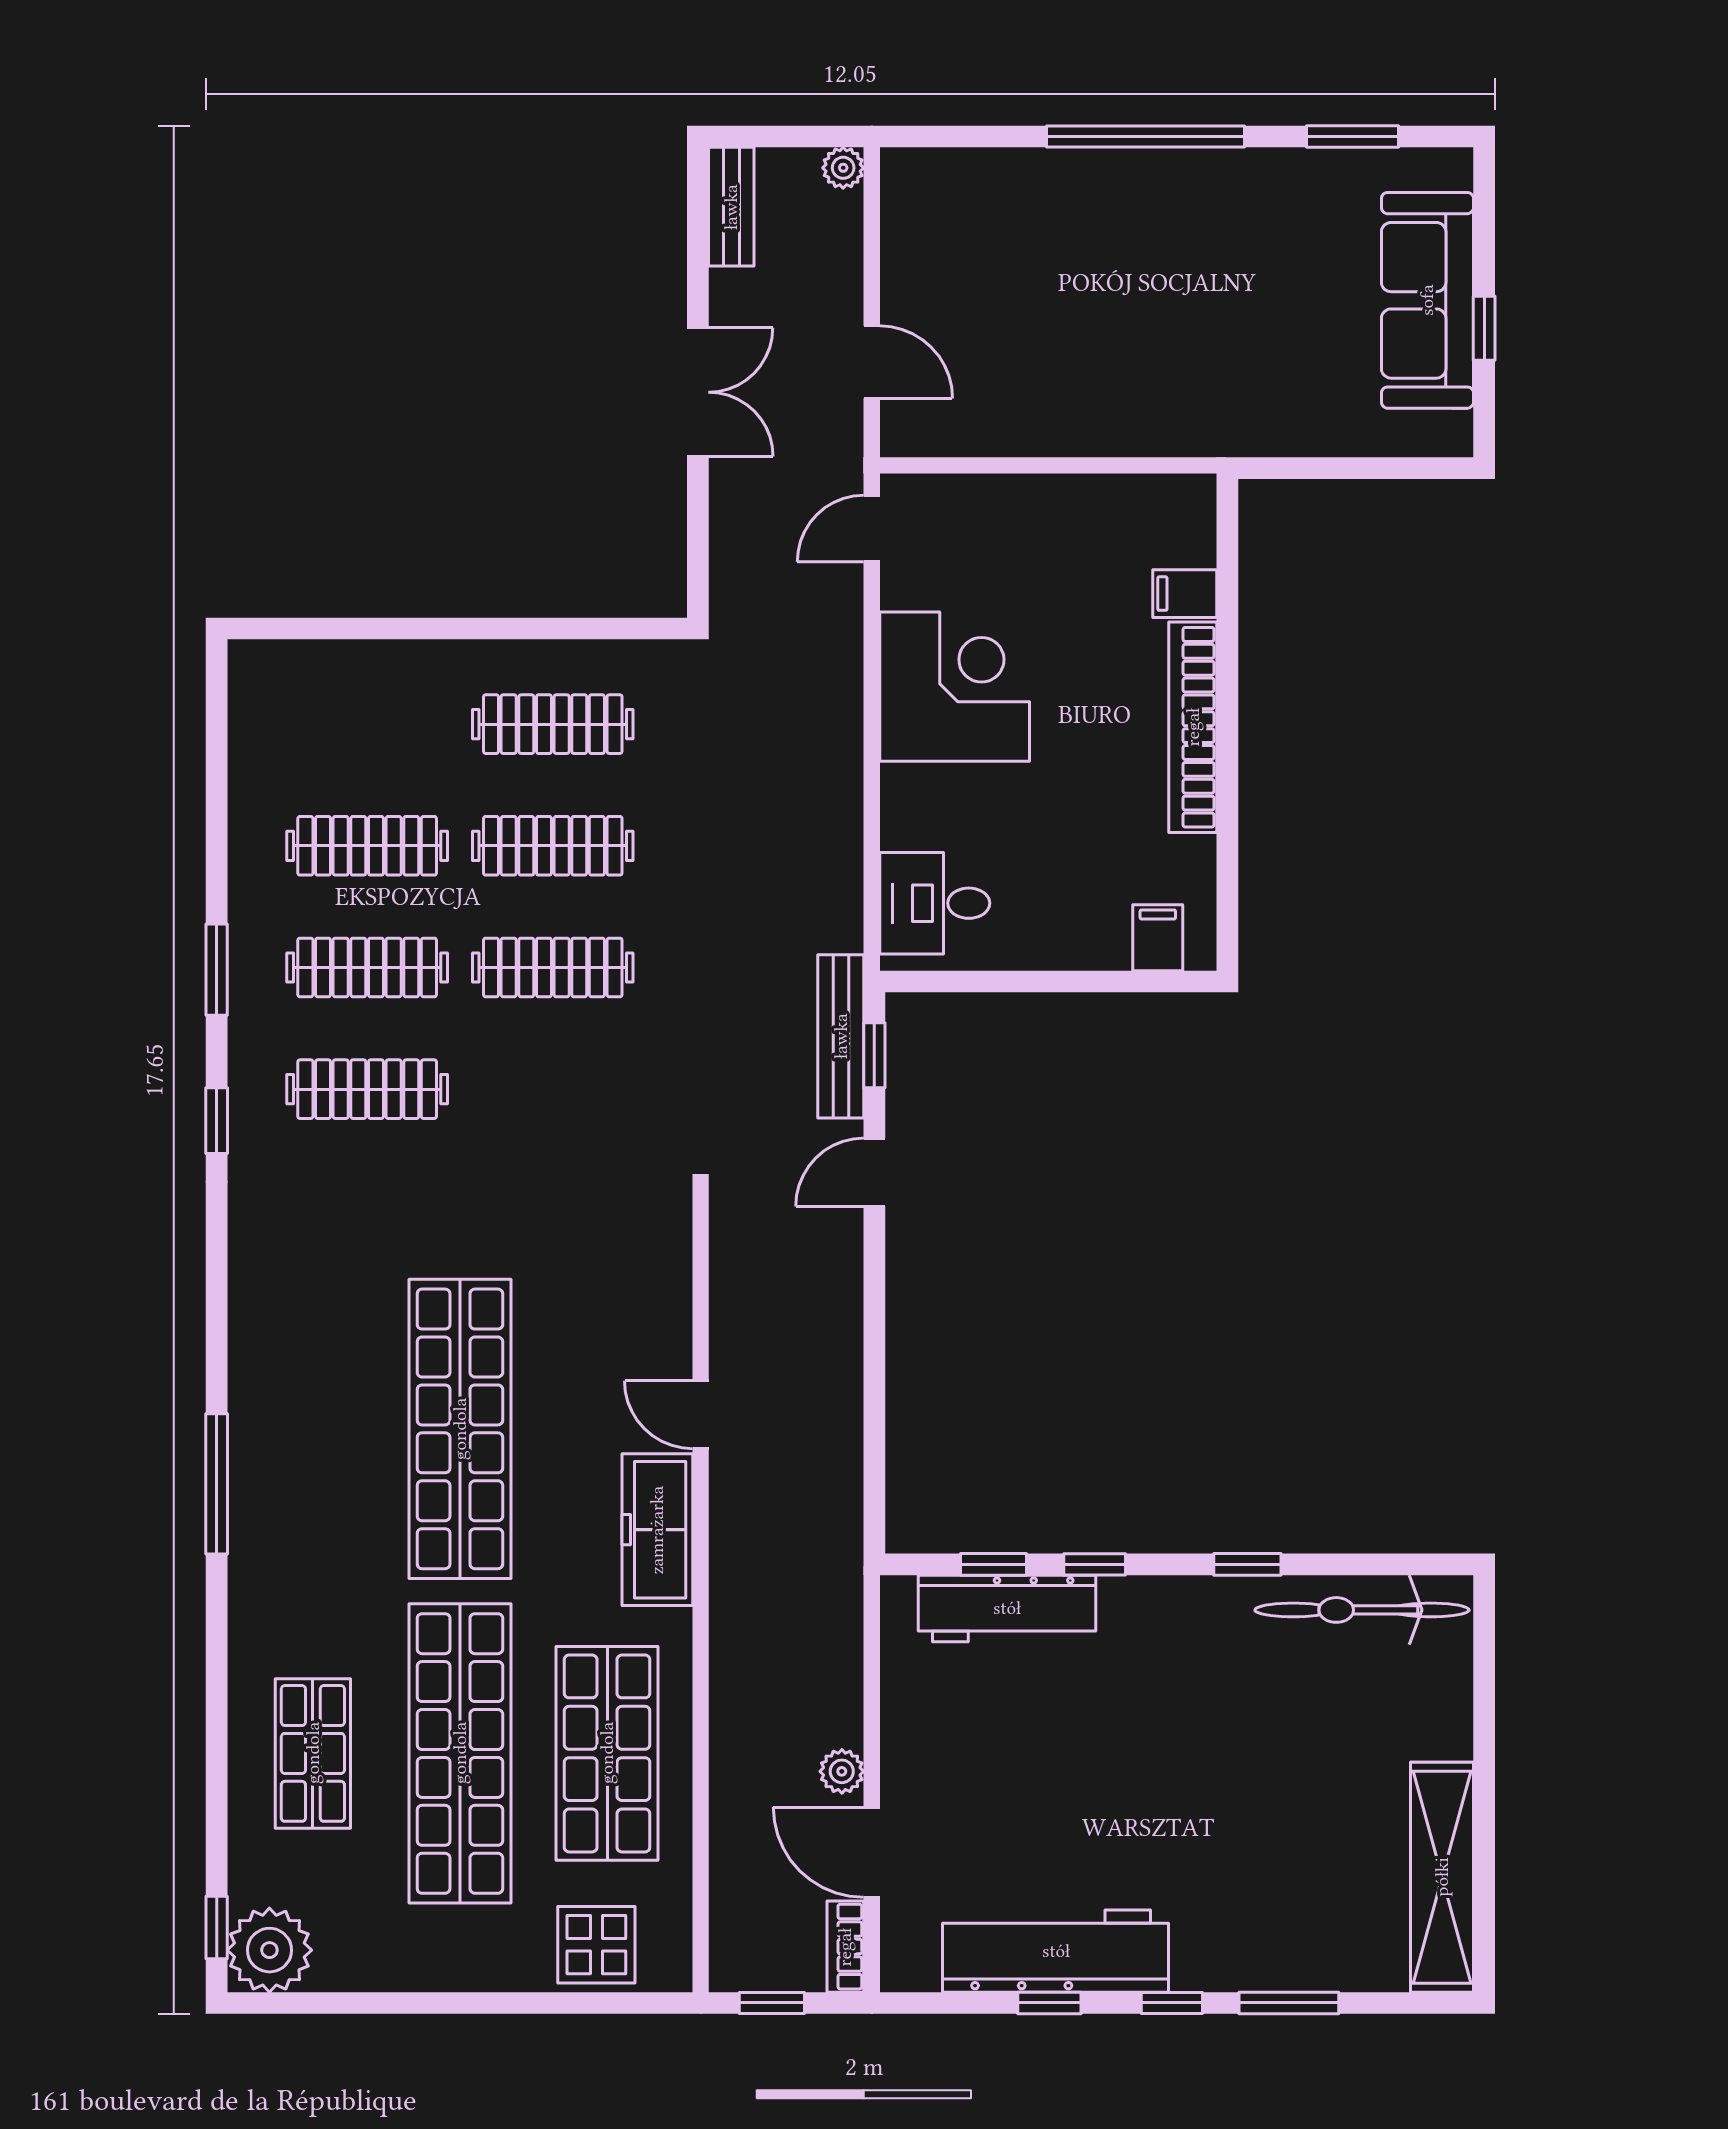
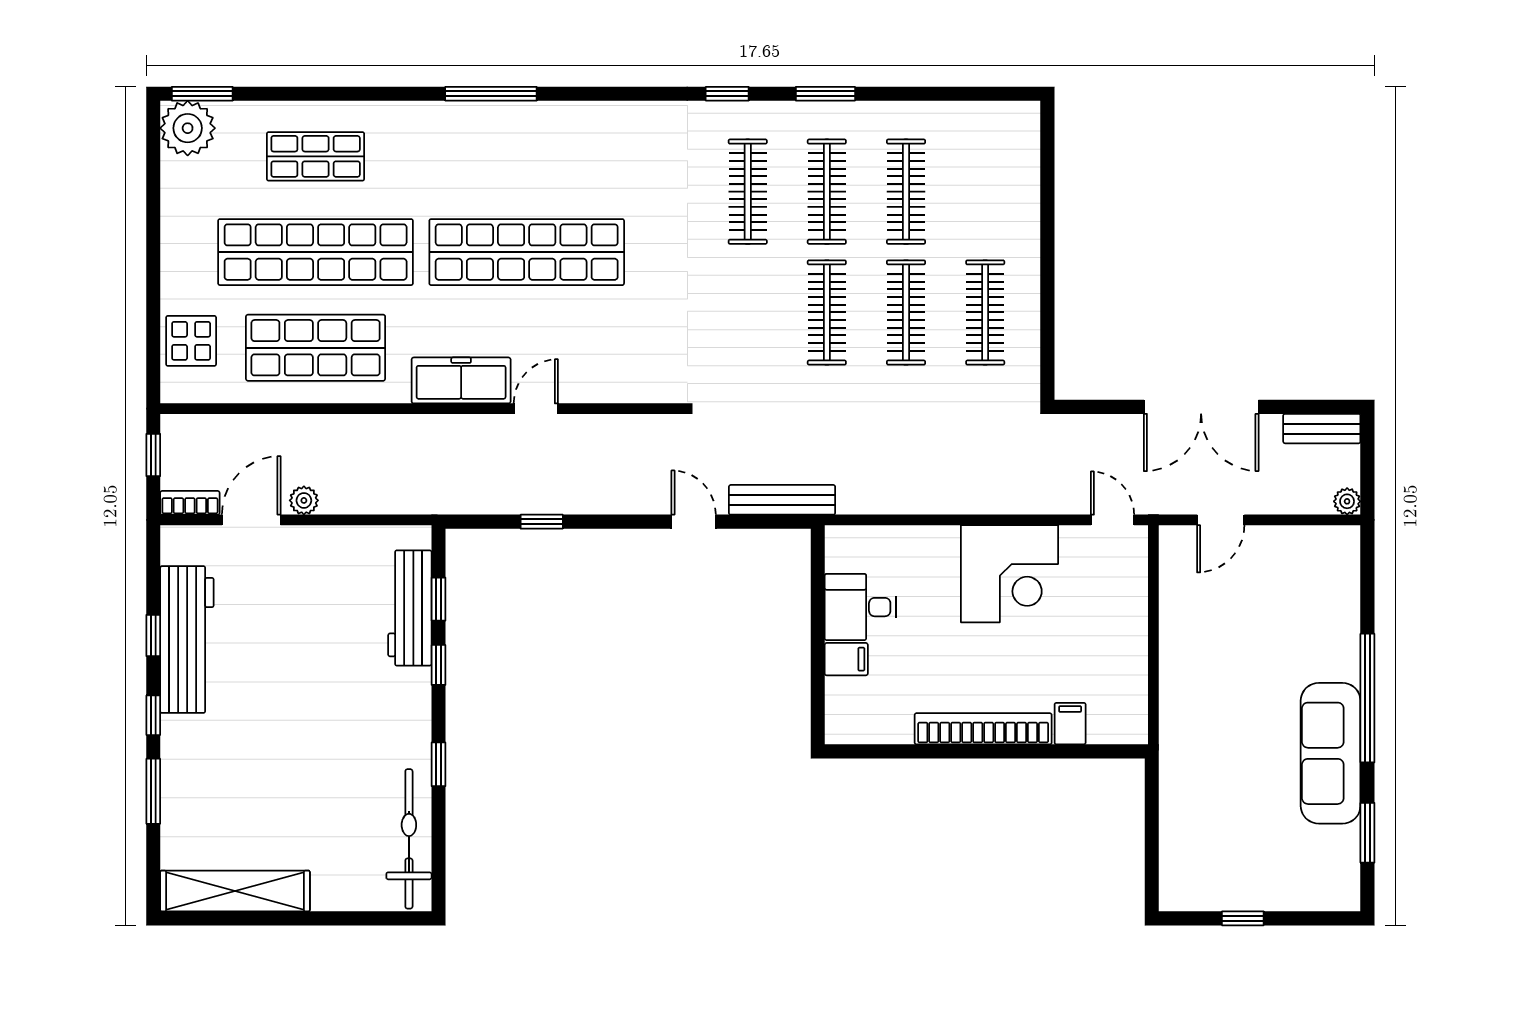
sofa: (1427, 300) -> (1331, 753), moved, turned -90
double door: (698, 392) -> (1201, 407), width x1.37
desk: (935, 903) -> (860, 607), moved, turned -90
filing cabinet: (1158, 938) -> (846, 659), moved
window: (874, 1055) -> (542, 522), moved
window: (217, 1928) -> (202, 94), width x1.50

